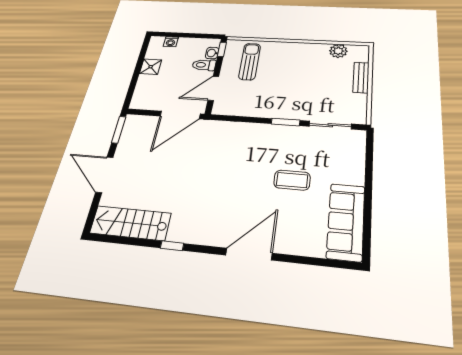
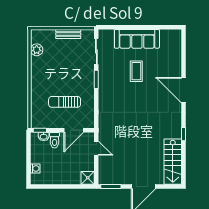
sun lounger: (250, 61) -> (65, 102), moved
shower: (151, 67) -> (88, 178), moved
bench: (361, 77) -> (68, 34), moved
door: (213, 88) -> (74, 130), hinge flipped
door: (180, 115) -> (96, 148), width x0.53
sofa: (346, 222) -> (137, 39), moved

